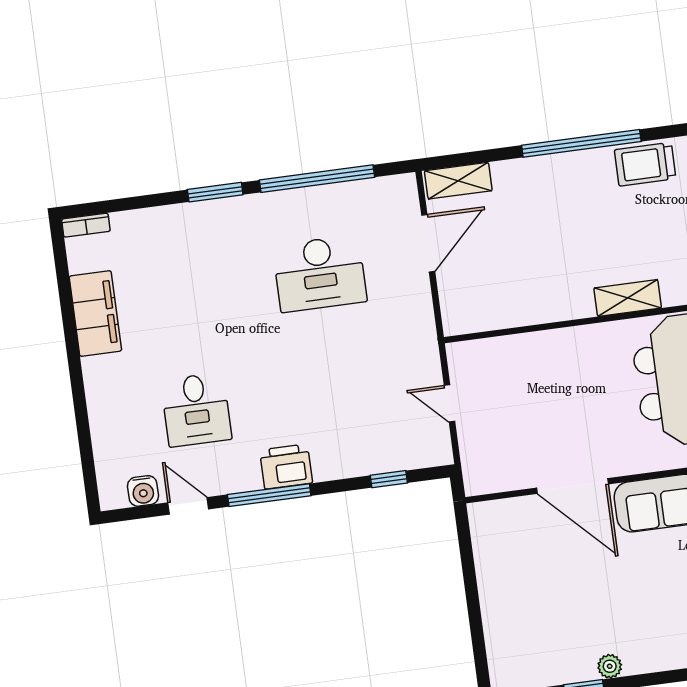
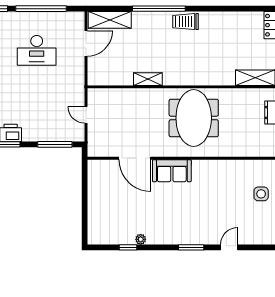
shelving: (458, 181) -> (110, 20), width x1.50, depth x1.33
shelving: (628, 298) -> (148, 79), moved
window: (389, 479) -> (55, 144), width x2.17

